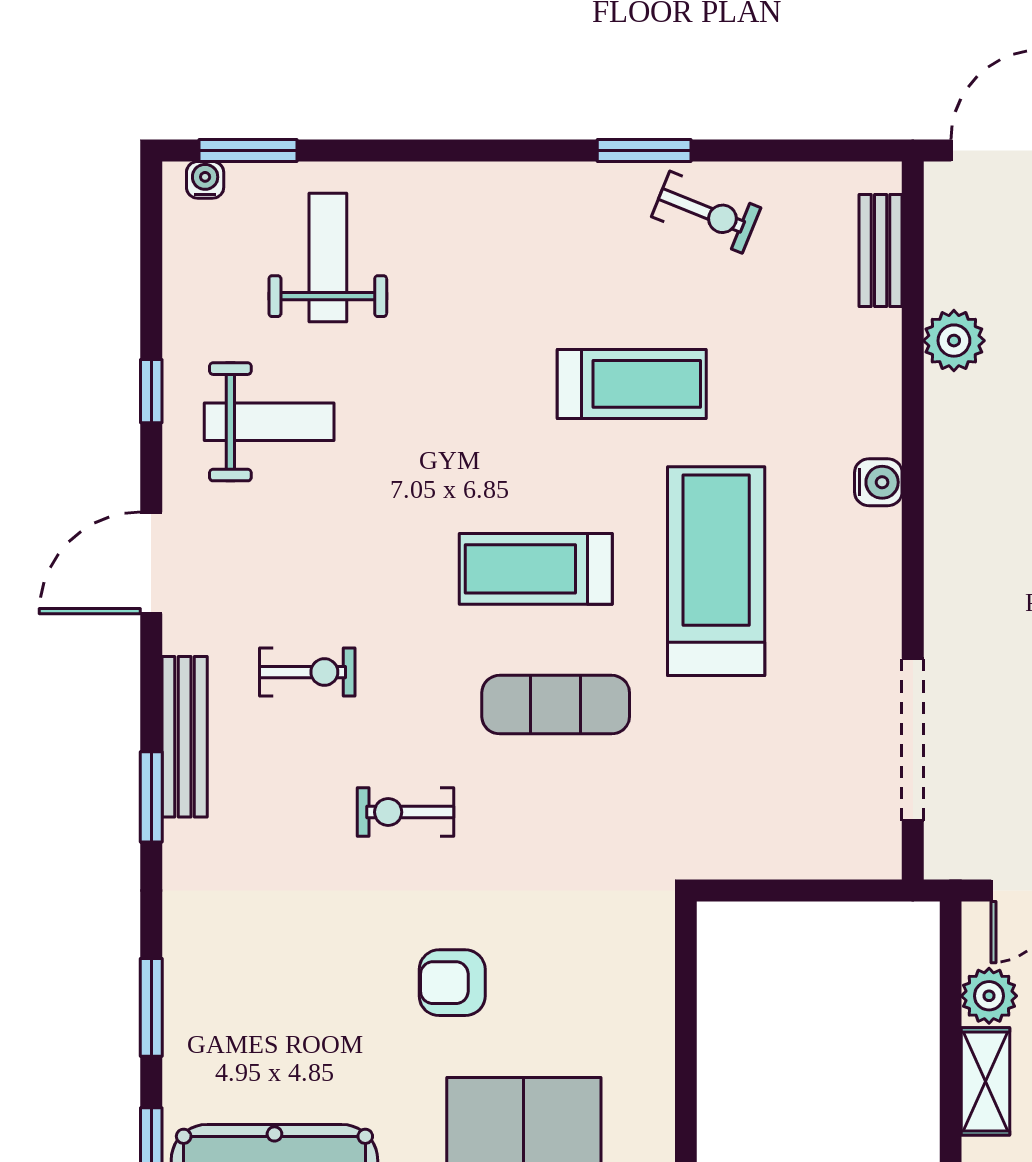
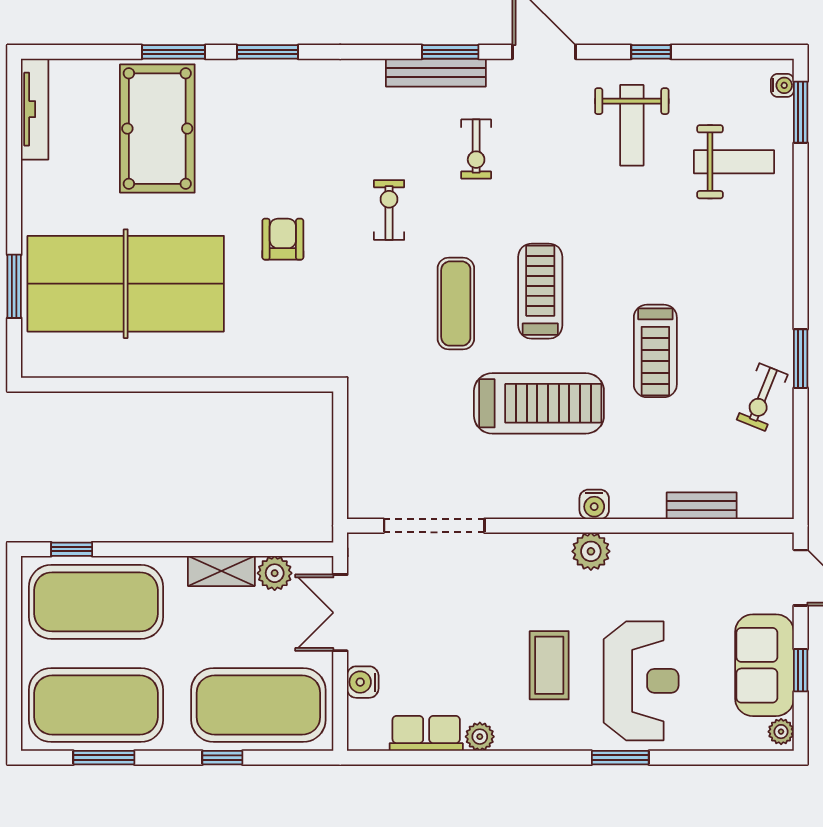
bench: (881, 251) -> (702, 506), moved
plant: (954, 341) -> (591, 551), moved
window: (151, 797) -> (450, 52), moved

